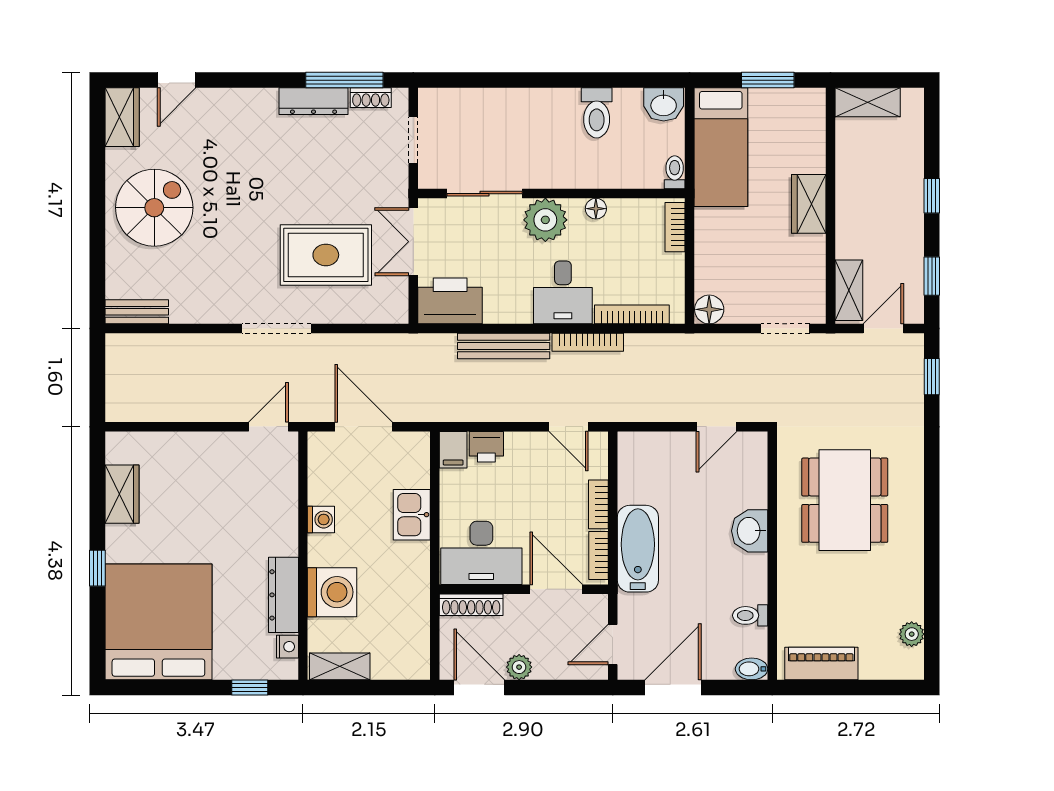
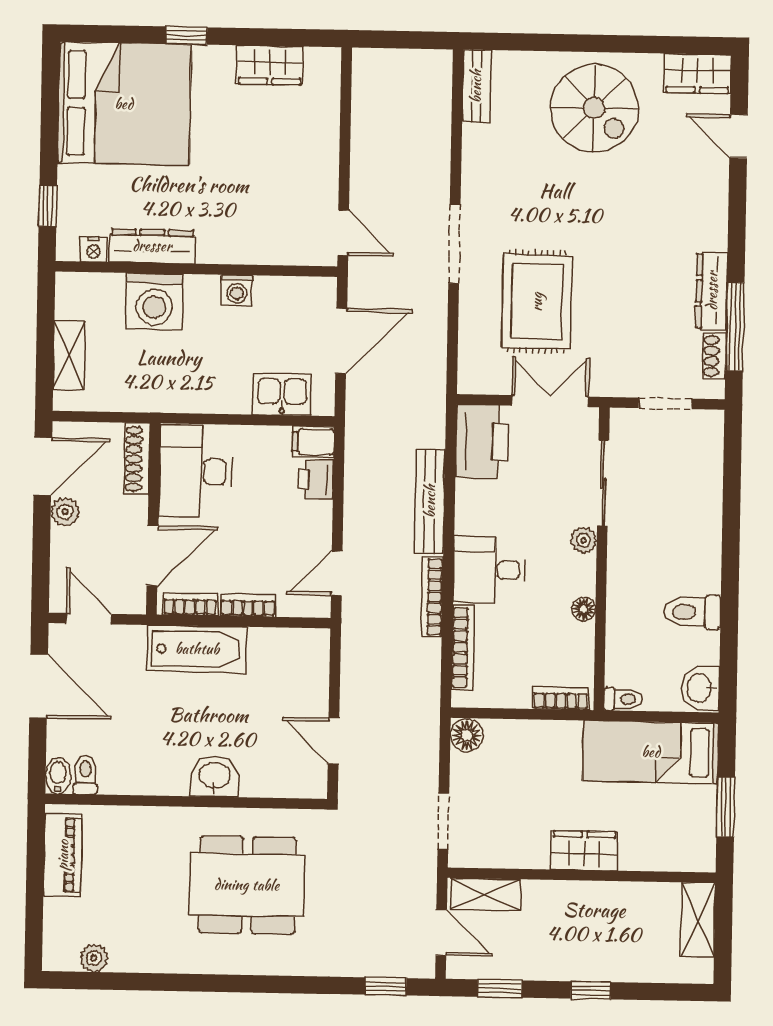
plant: (545, 220) -> (584, 540), width x0.53, depth x0.53
kitchen sink: (412, 515) -> (282, 394), moved
toilet: (750, 615) -> (85, 775), moved
shelving: (340, 666) -> (69, 356), moved

